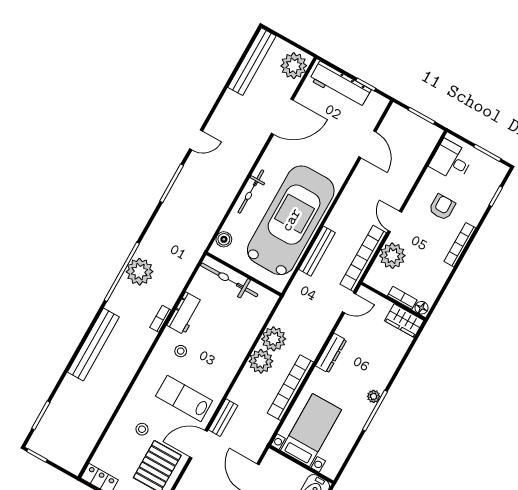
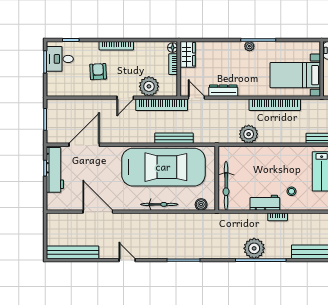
plant: (294, 66) -> (60, 223), removed
workbench: (340, 85) -> (55, 170), moved
door: (196, 140) -> (127, 260), moved
door: (367, 144) -> (84, 145), width x1.36
desk: (451, 161) -> (60, 59), moved, turned 90
armchair: (442, 207) -> (98, 72), turned 87
car: (291, 220) -> (163, 167), turned 180
dresser: (331, 353) -> (223, 91), moved
plant: (261, 361) -> (268, 134), removed

